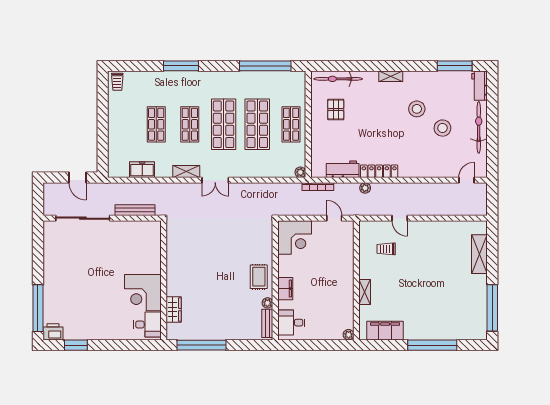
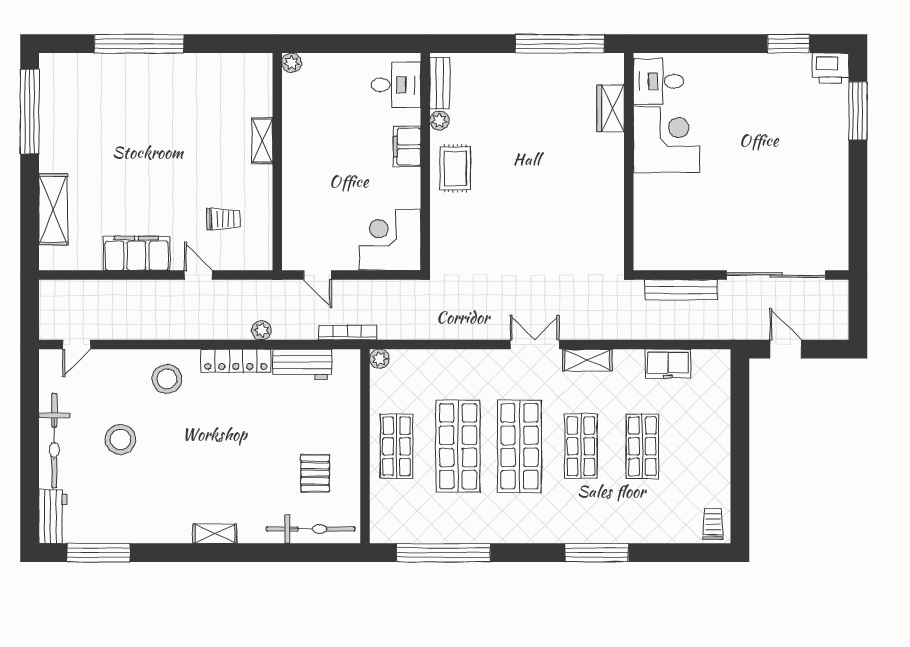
stool: (417, 109) -> (167, 379), moved
window: (38, 308) -> (858, 111), width x0.68
filing cabinet: (385, 331) -> (137, 253), moved, turned 180

